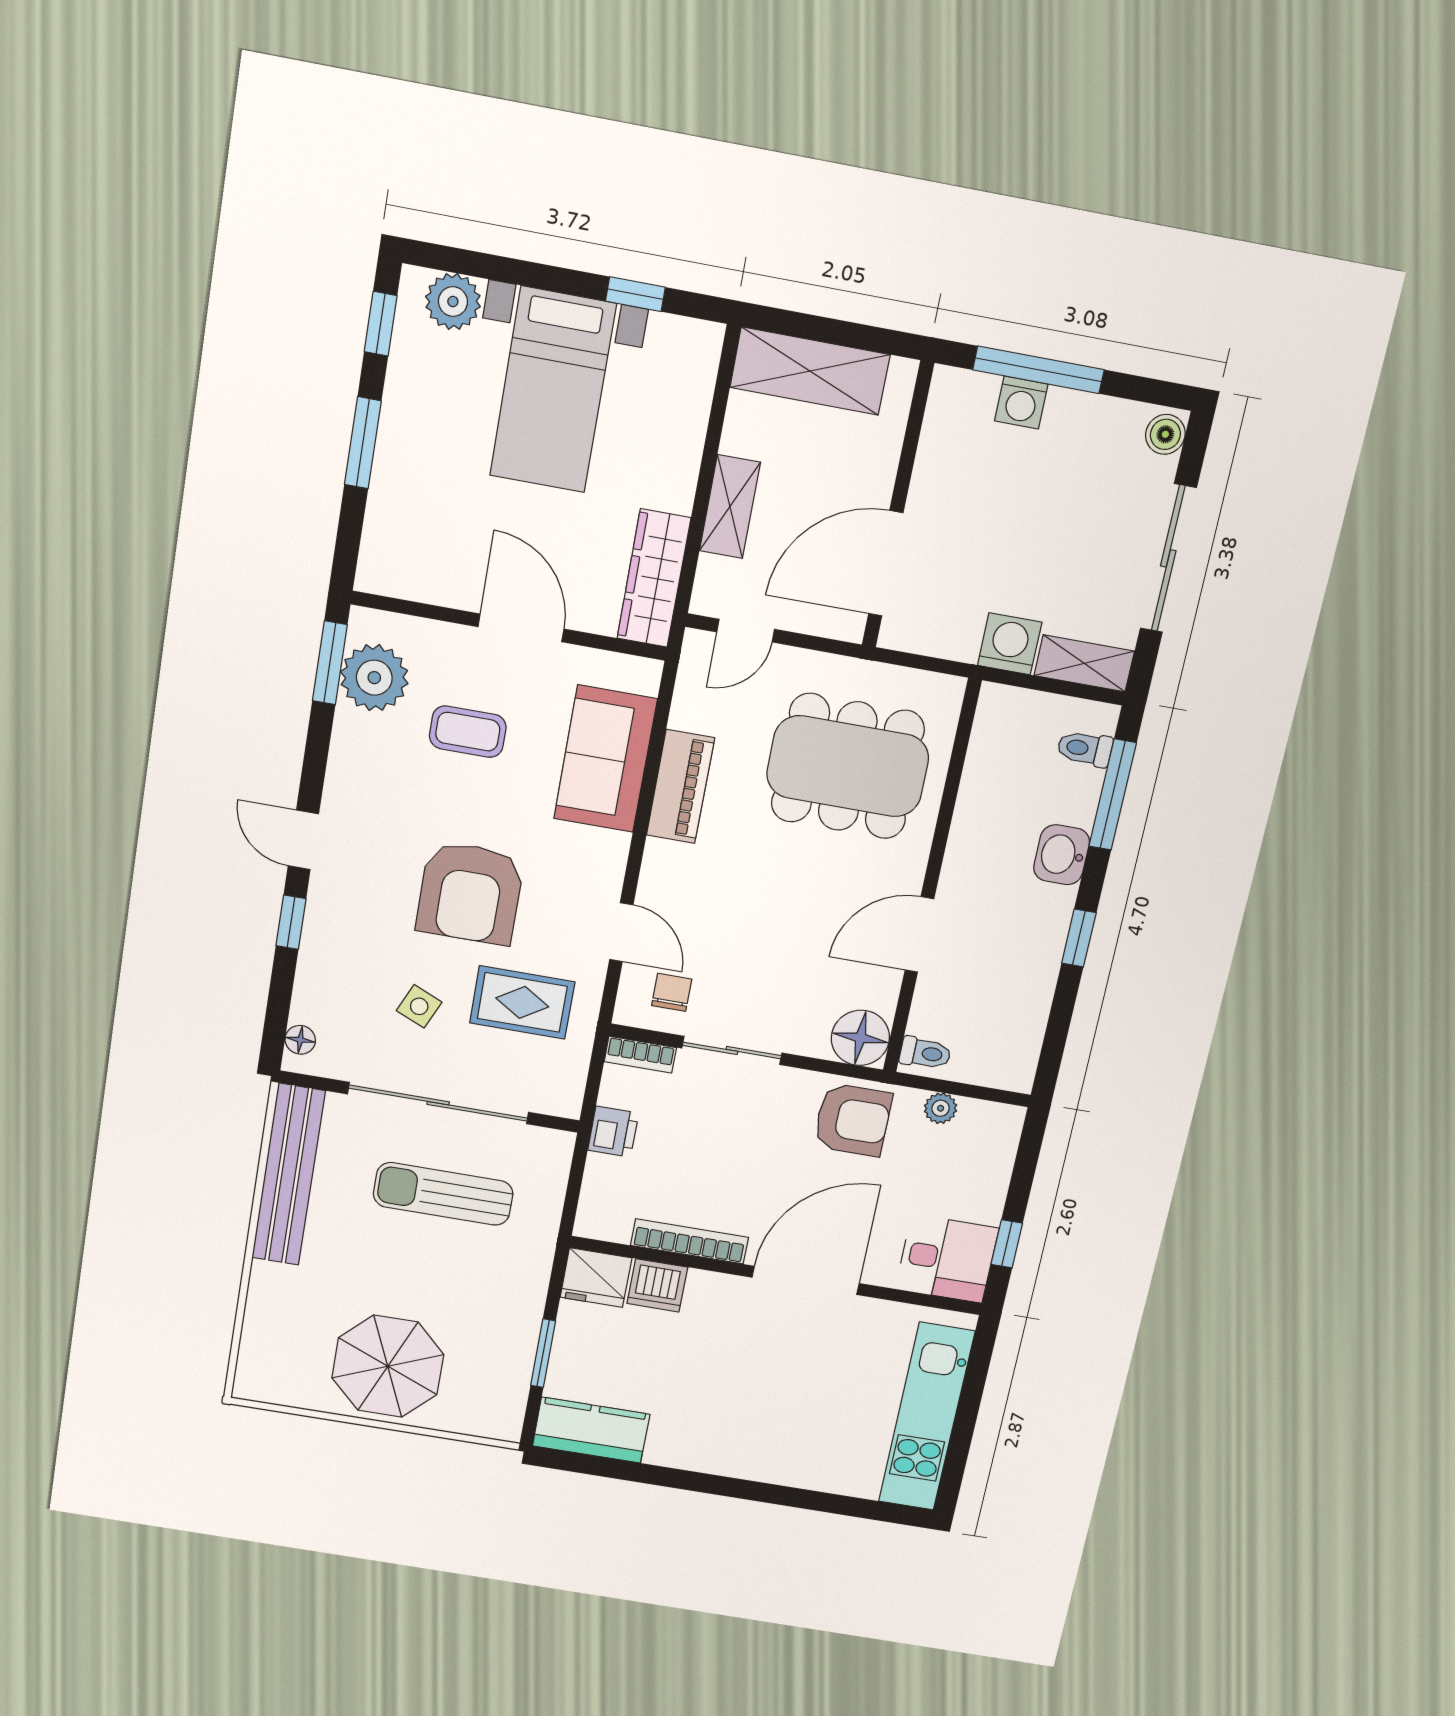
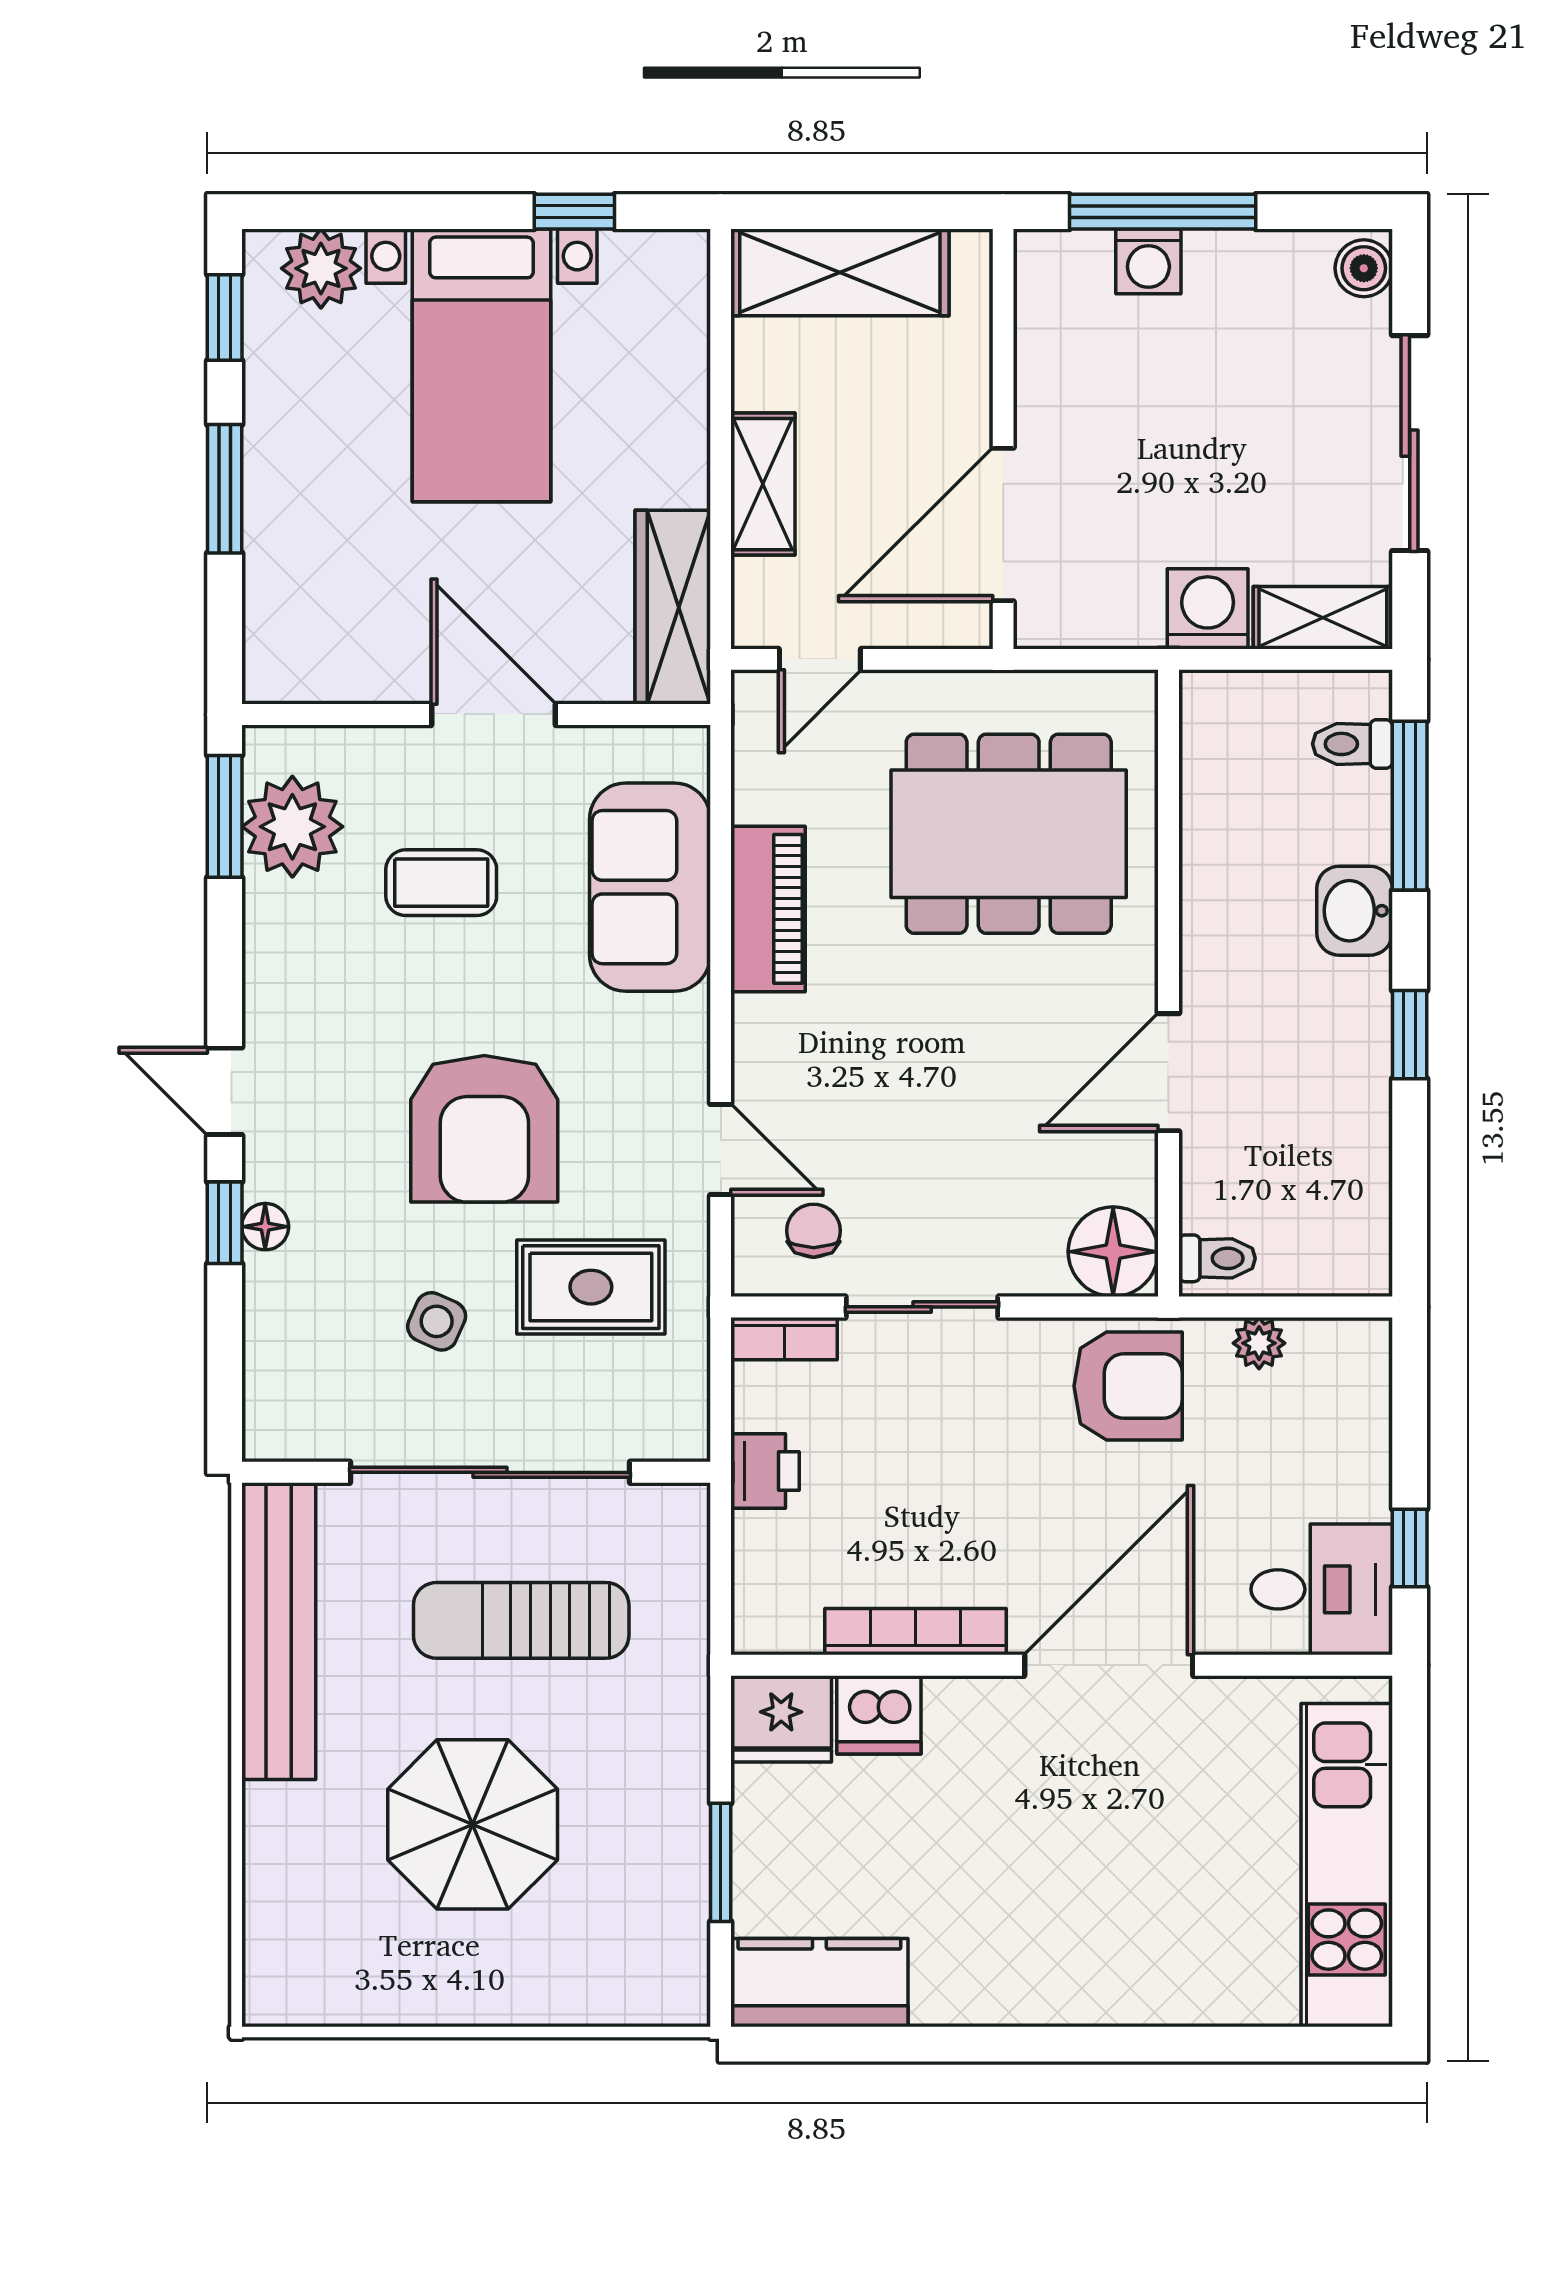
floor lamp: (300, 1040) -> (265, 1227), moved
parasol: (388, 1366) -> (473, 1824), moved

